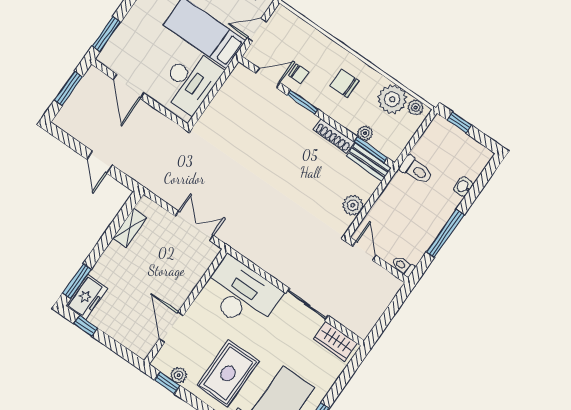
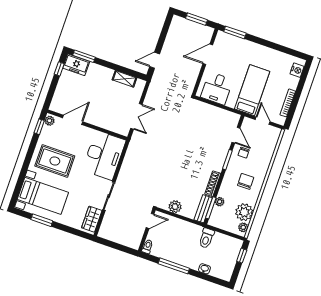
desk: (190, 81) -> (217, 88), width x0.73
door: (100, 162) -> (155, 60), moved
plant: (179, 375) -> (50, 121), moved

